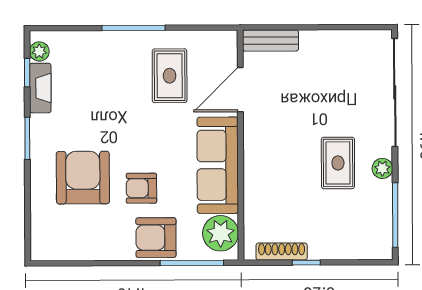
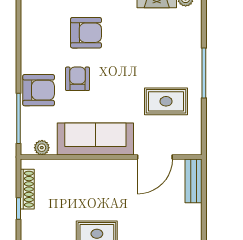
door: (240, 90) -> (155, 157), swing flipped
armchair: (83, 178) -> (86, 33), width x0.73, depth x0.73
plant: (221, 233) -> (42, 148), width x0.53, depth x0.53
armchair: (156, 238) -> (39, 90), turned 90

